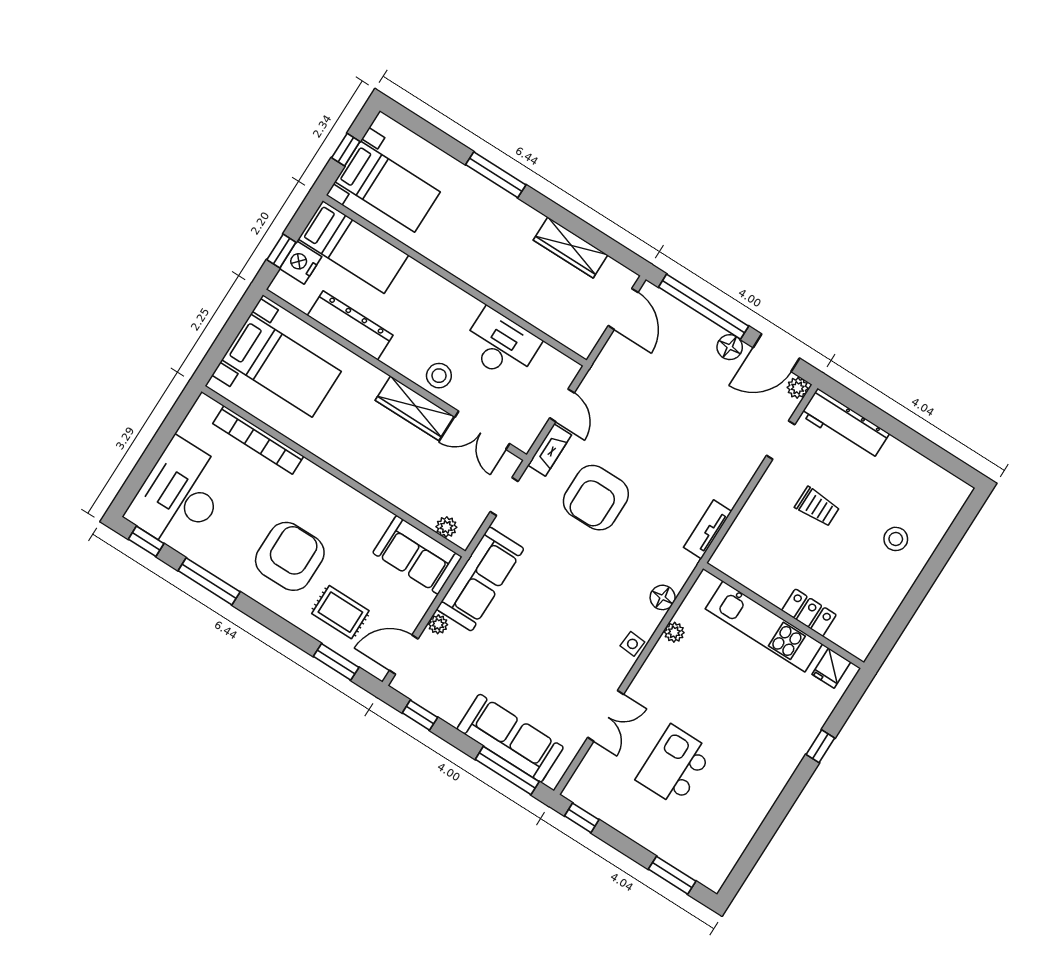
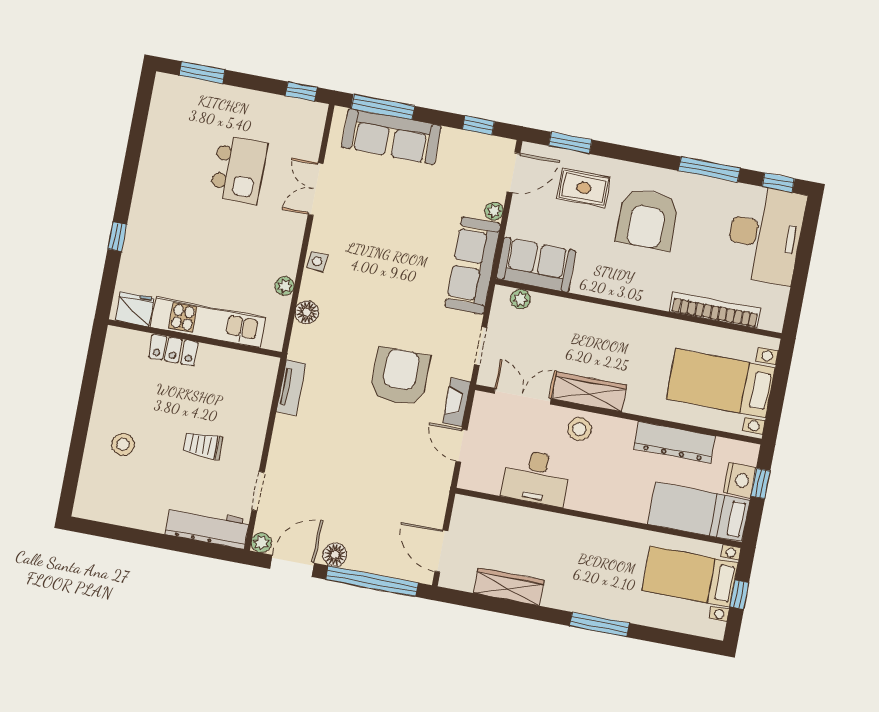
fridge: (831, 668) -> (135, 309), width x1.38

